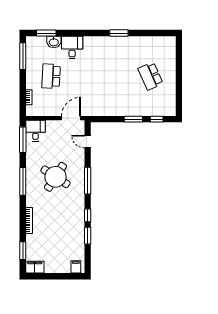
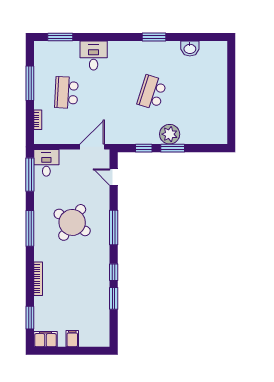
washbasin: (54, 42) -> (190, 48), moved
window: (23, 56) -> (30, 83), moved
school desk: (150, 76) -> (152, 93), moved, turned 42
plant: (131, 108) -> (170, 134), added
window: (157, 119) -> (144, 148), moved
filing cabinet: (76, 267) -> (72, 339), moved

